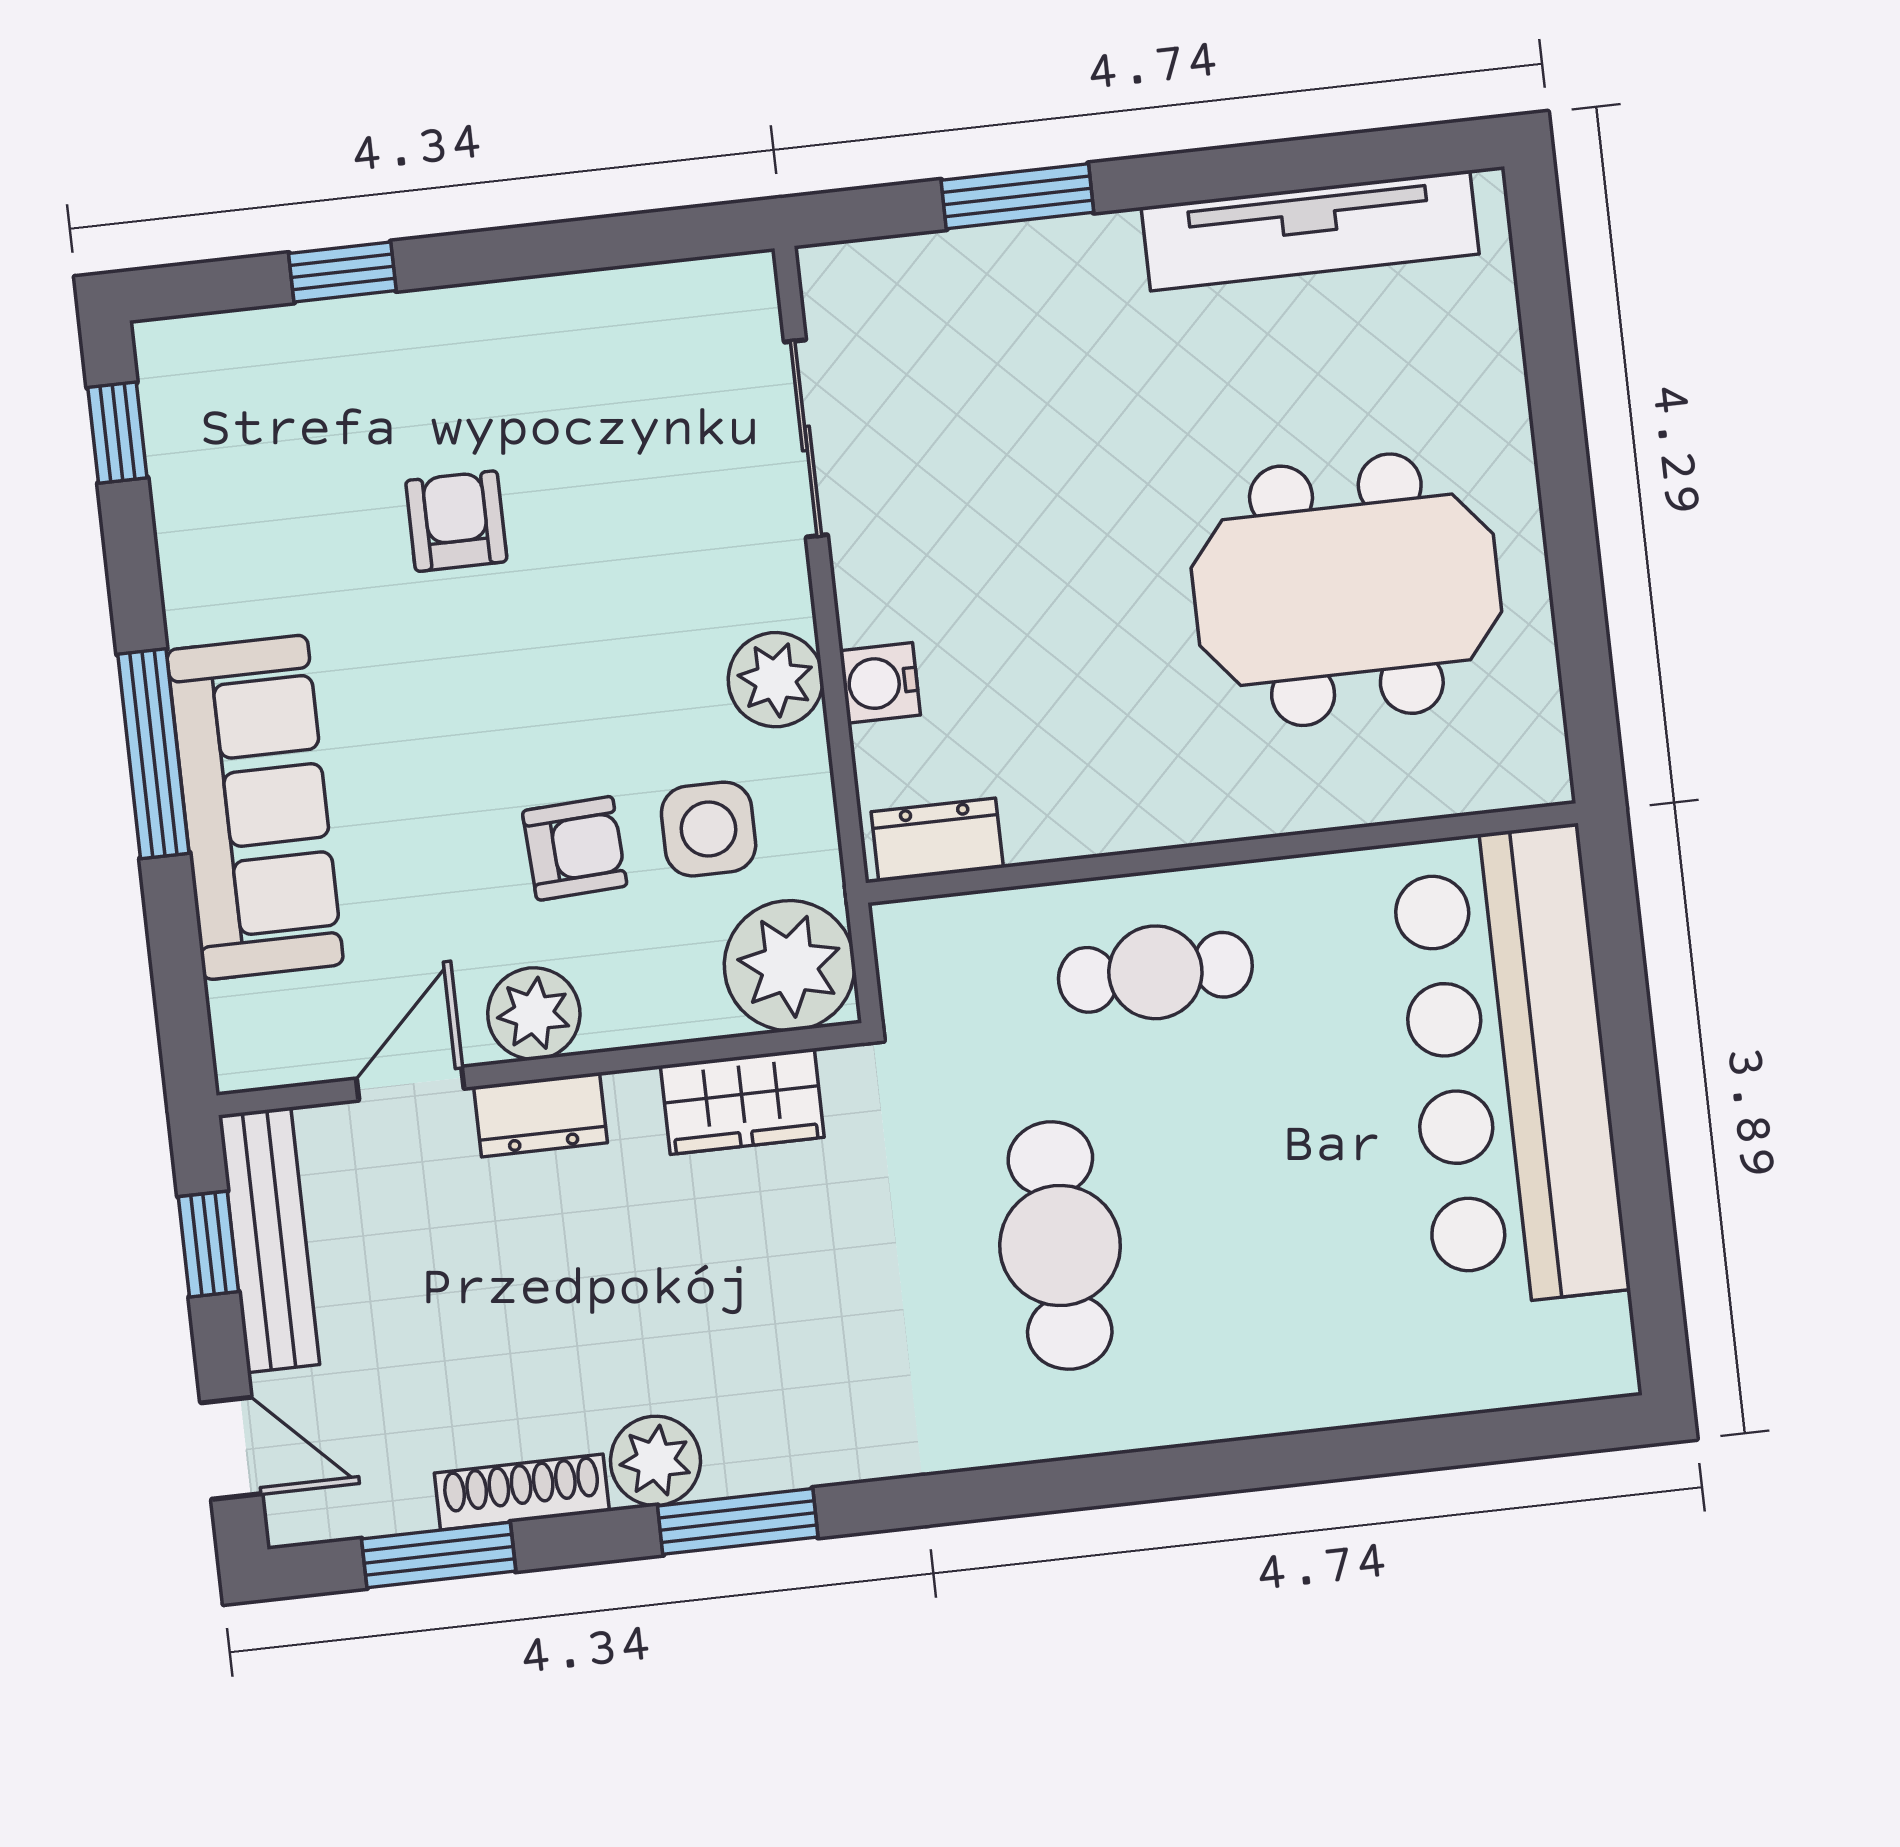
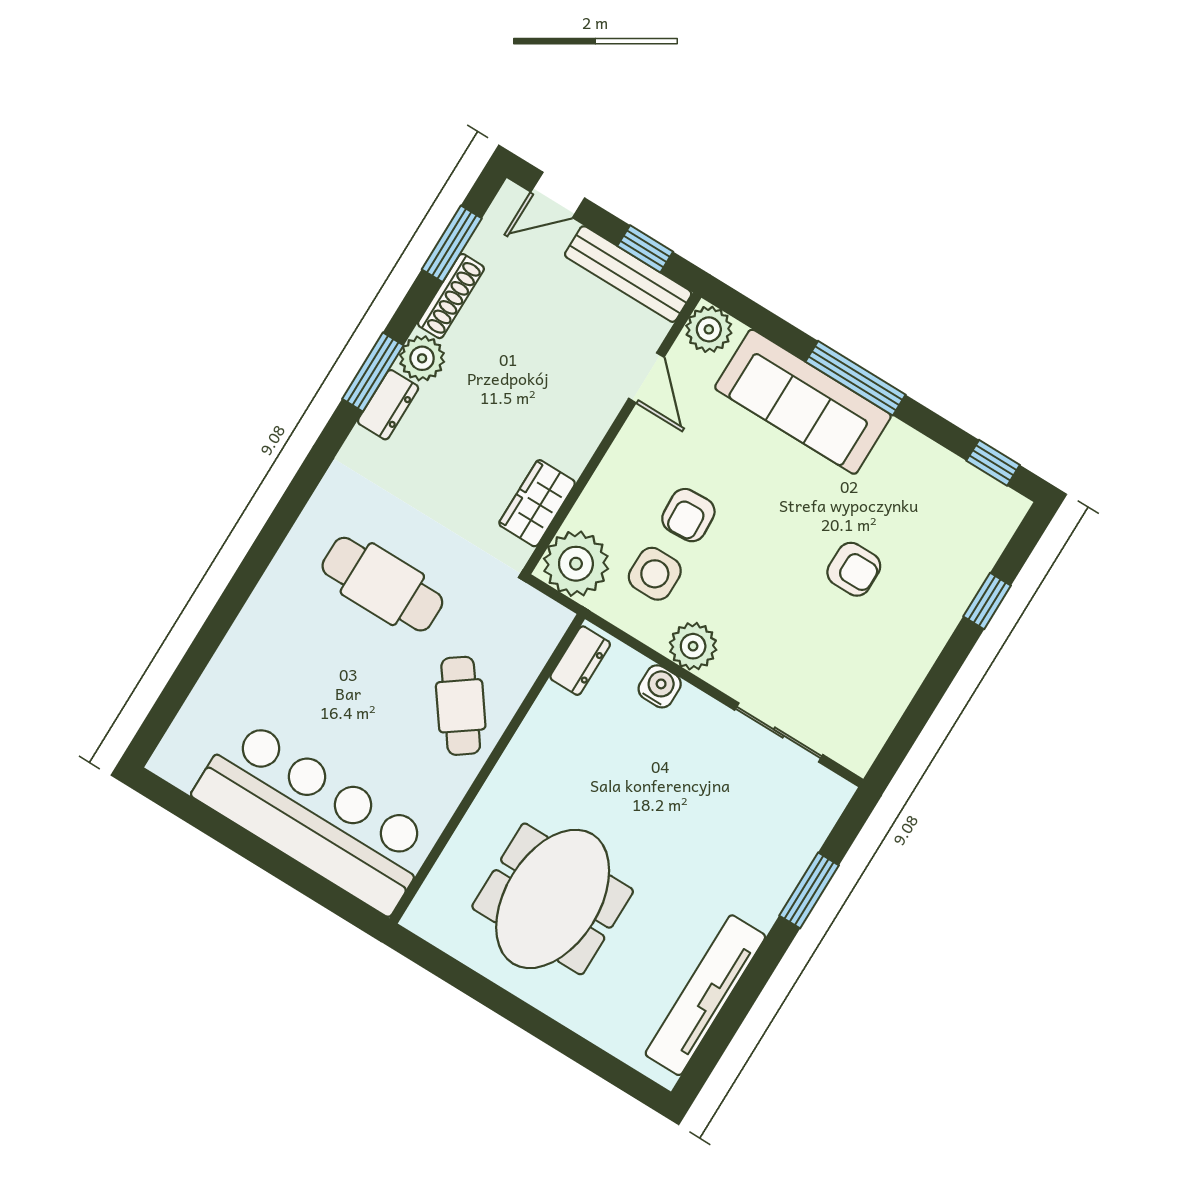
cafe table: (1155, 972) -> (461, 706), turned -36
plant: (534, 1014) -> (709, 329), moved
dresser: (541, 1115) -> (388, 405), moved, turned 180

